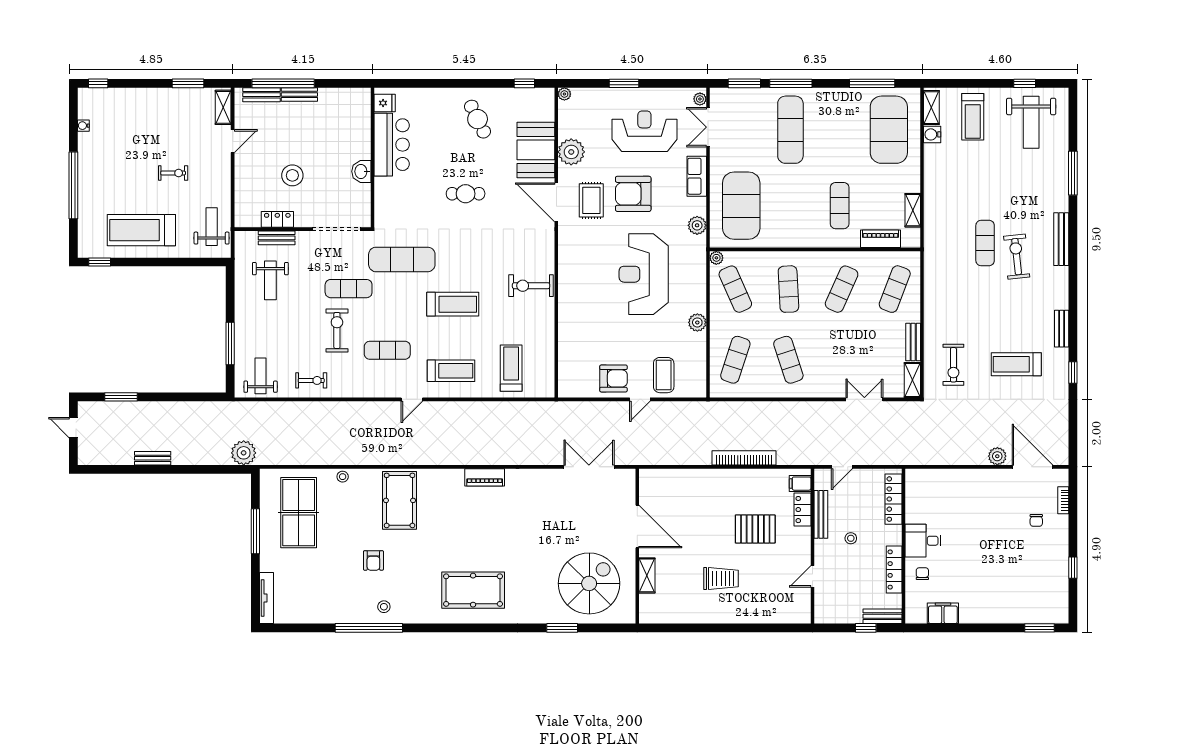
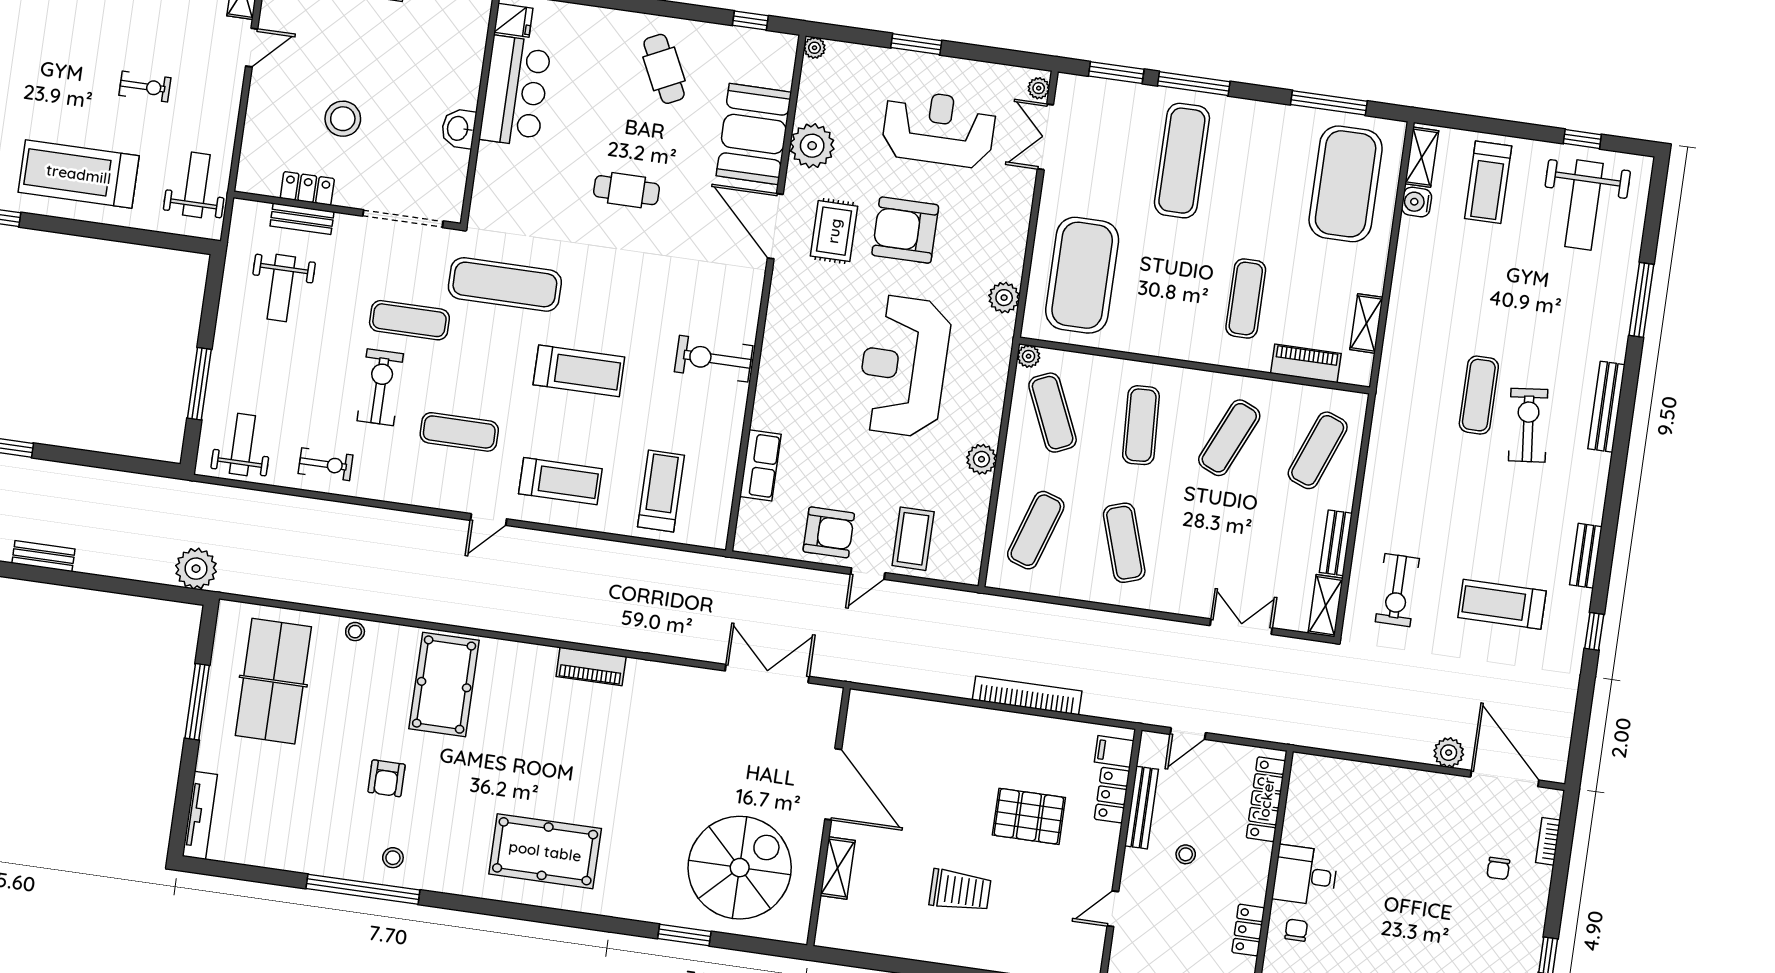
row of seats: (697, 176) -> (760, 465), moved, turned 180
locker: (894, 569) -> (1248, 930), width x0.66

